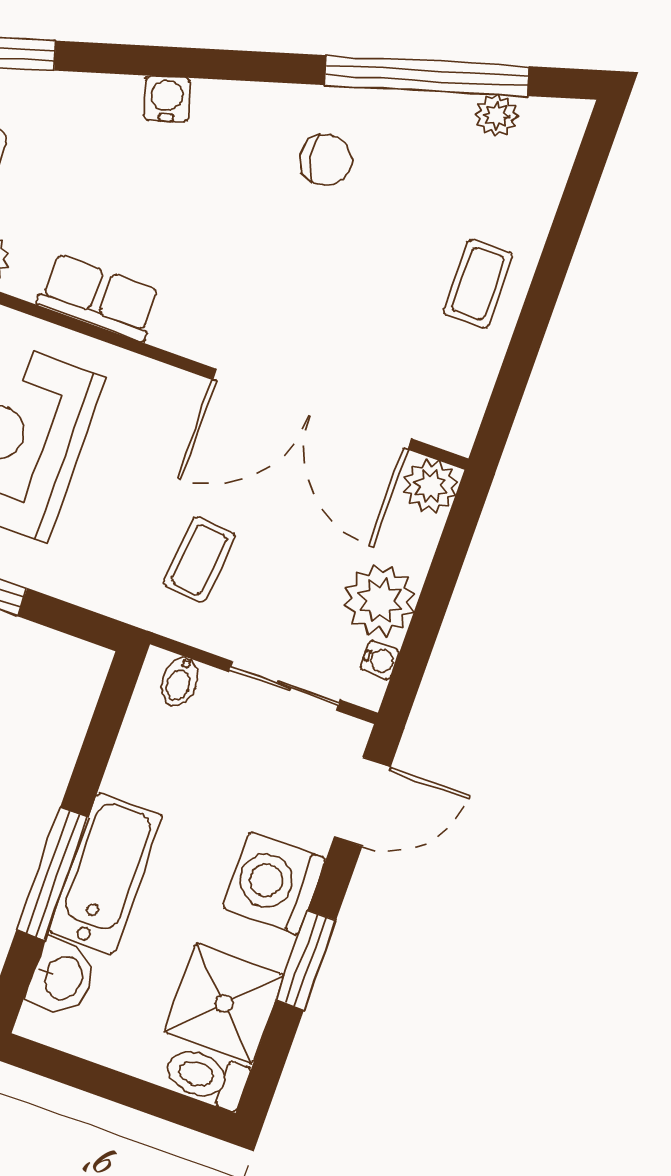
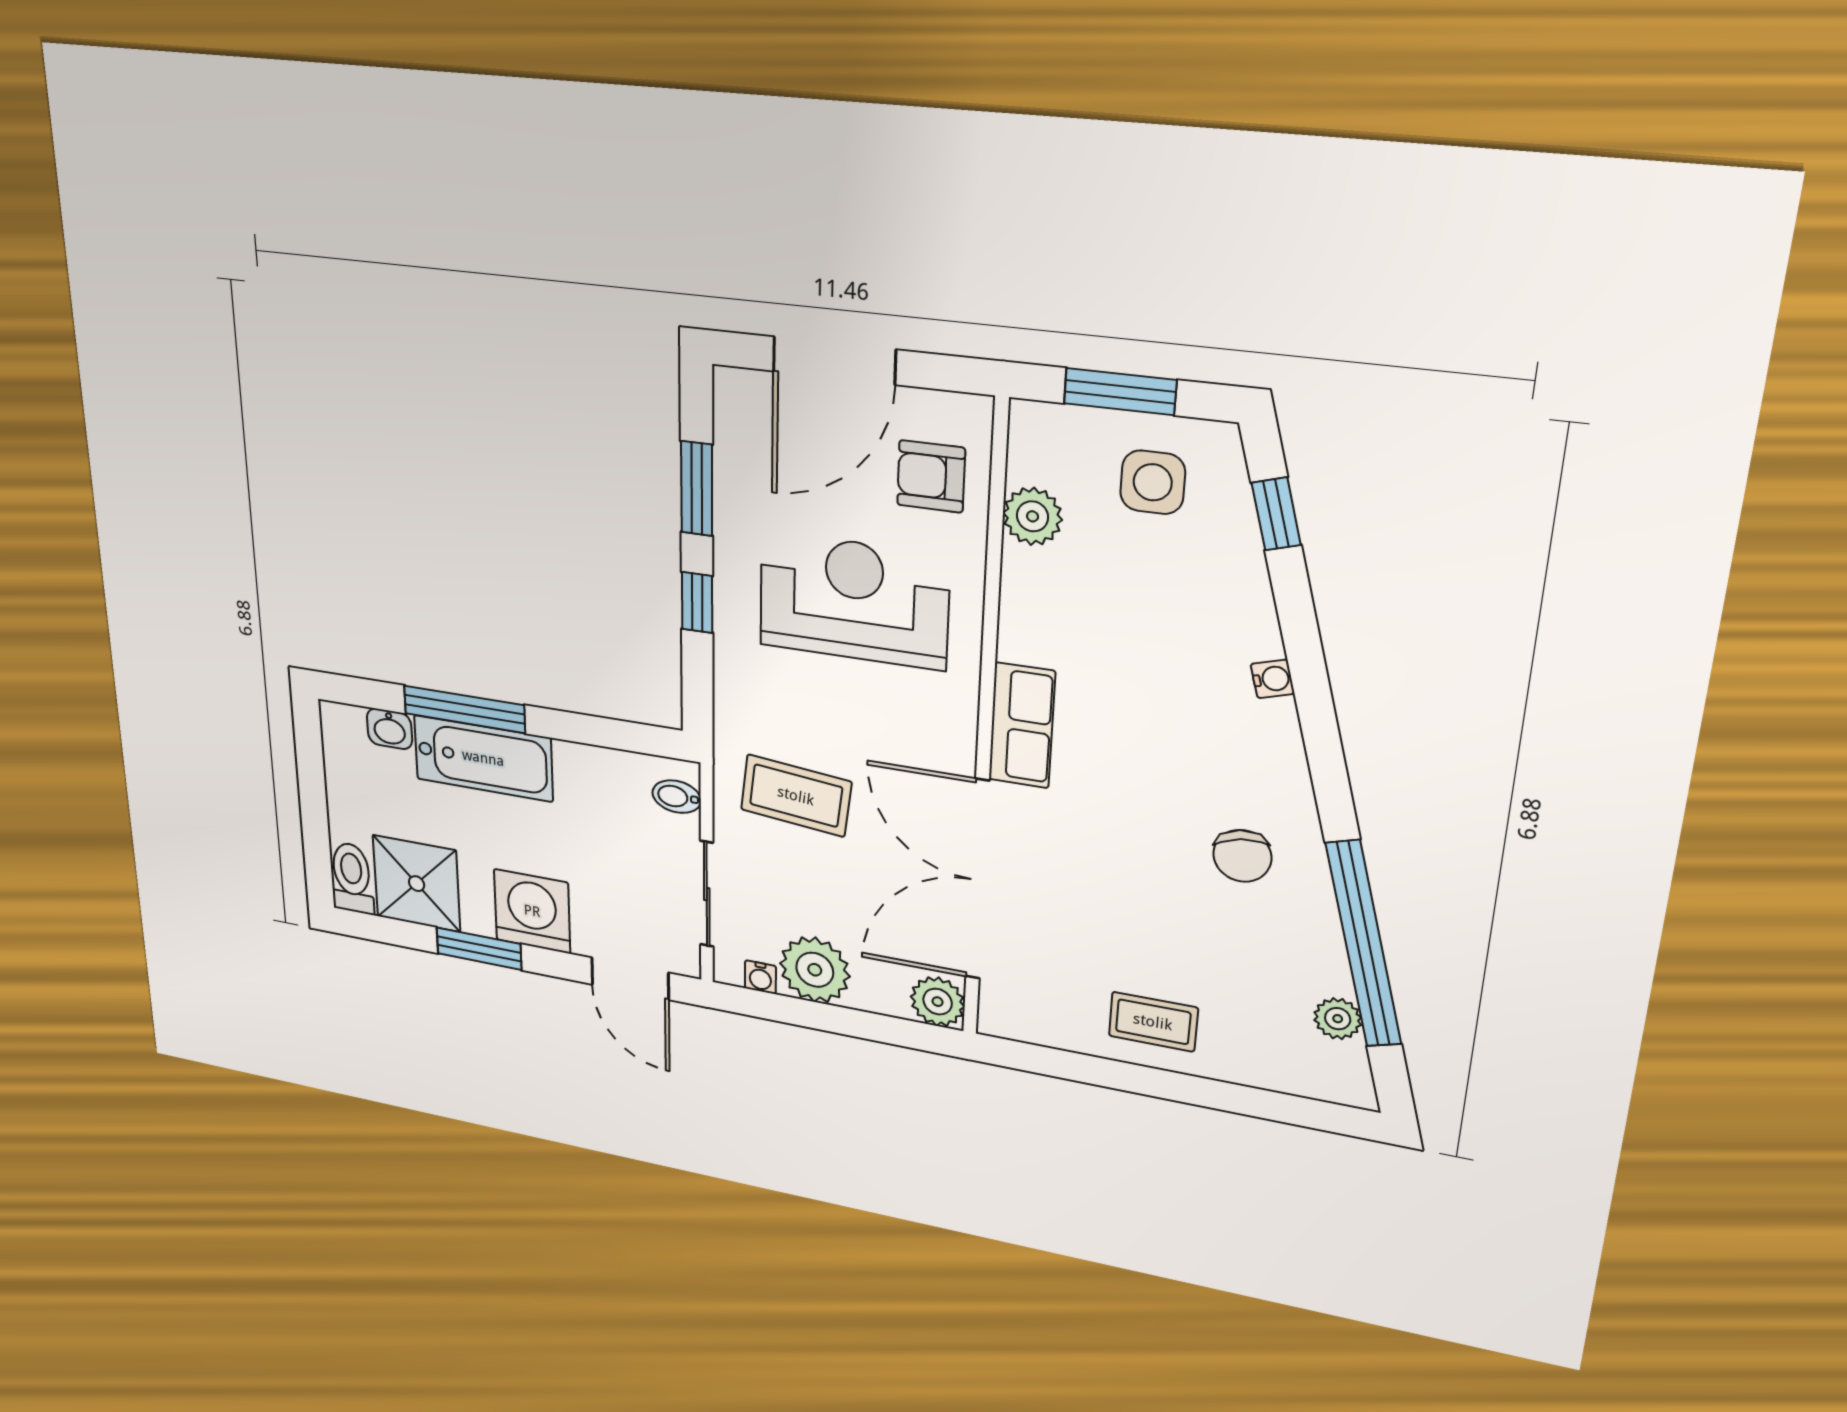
water cooler: (167, 99) -> (1273, 679), width x0.72, depth x0.72
row of seats: (99, 298) -> (1022, 726), moved
coffee table: (199, 559) -> (796, 796), width x1.36, depth x1.30
washbasin: (62, 977) -> (389, 729), width x0.72, depth x0.69

